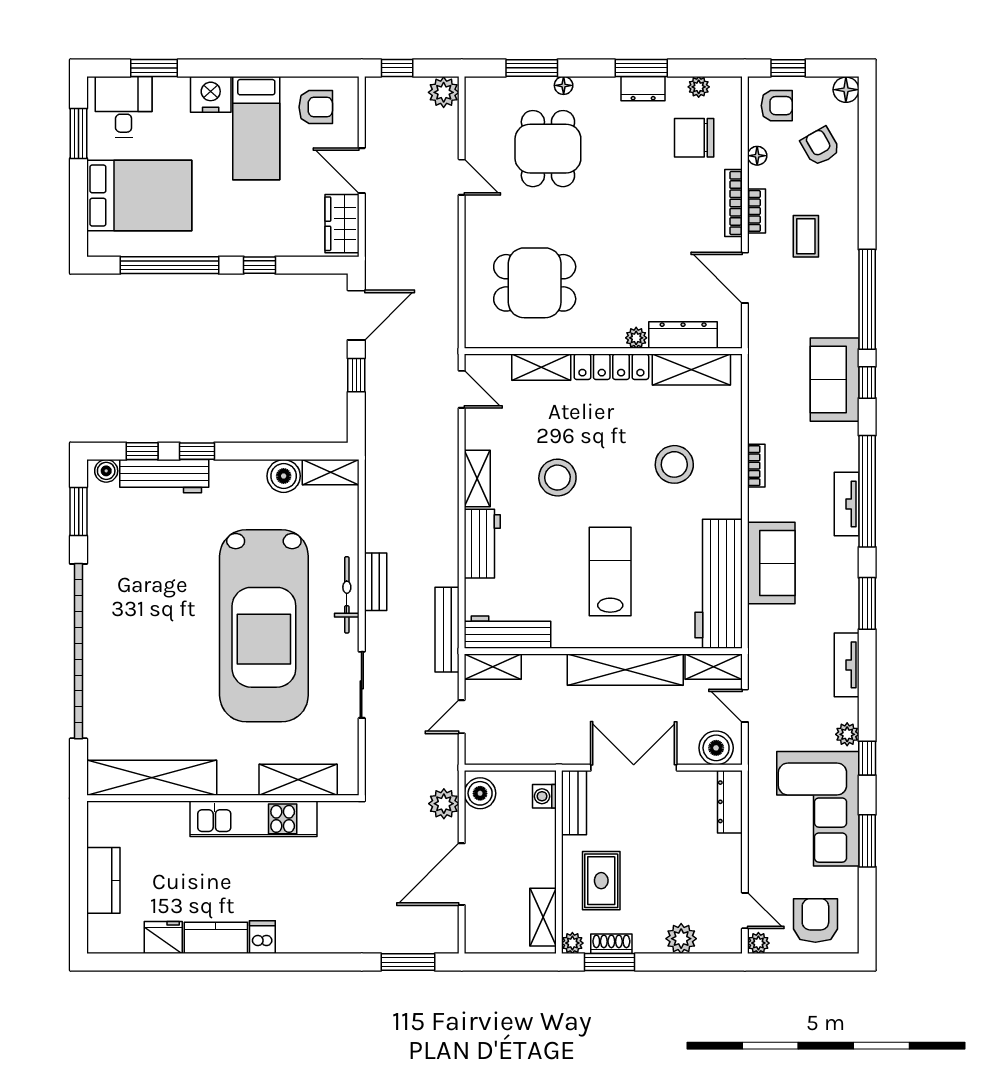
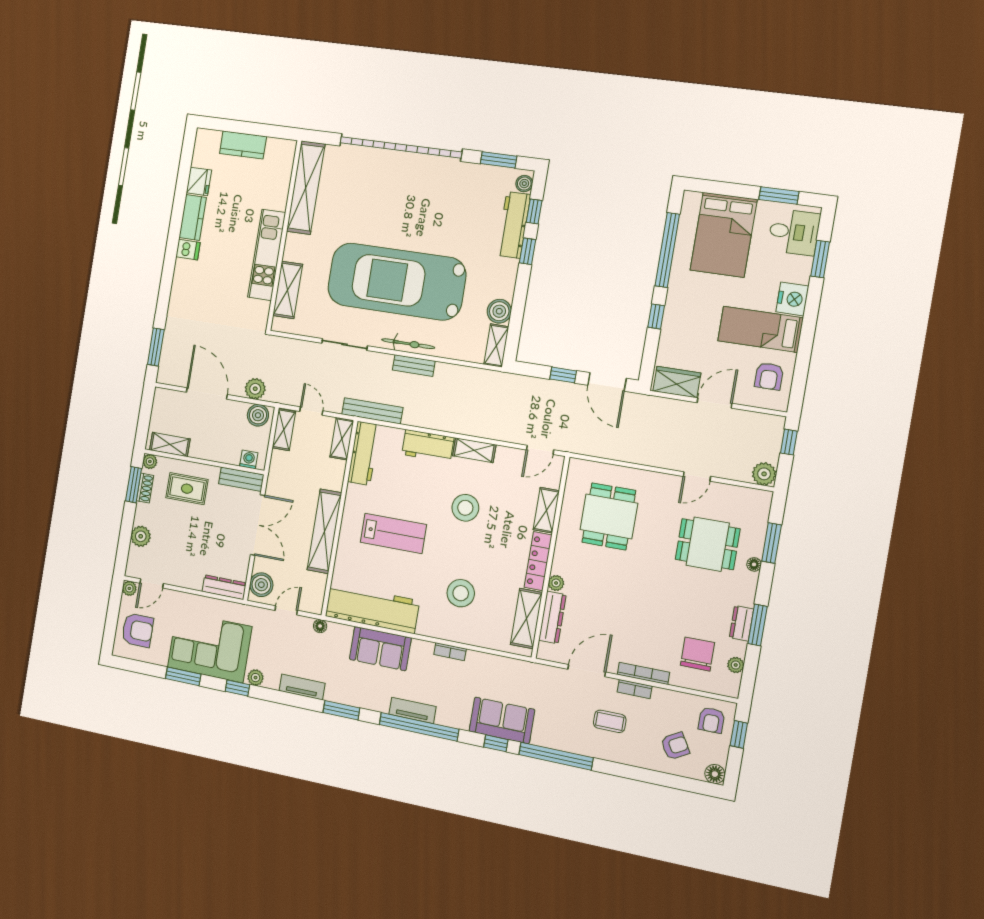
floor lamp: (757, 156) -> (320, 626), moved
shelving: (714, 667) -> (284, 430), moved

